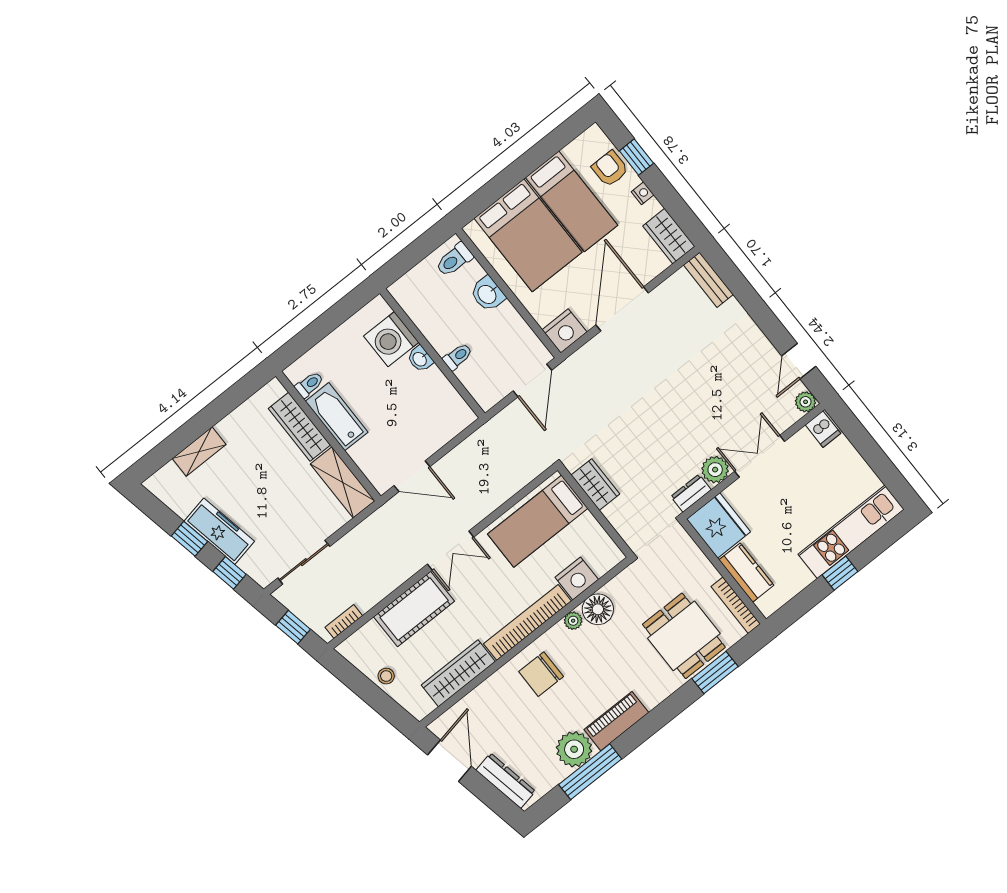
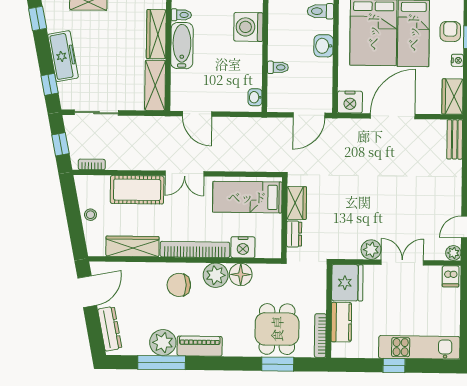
washbasin: (420, 359) -> (255, 97), moved
dresser: (691, 493) -> (294, 234), moved, turned 90
window: (189, 539) -> (38, 19), moved
plant: (573, 621) -> (216, 275), width x1.87, depth x1.87

